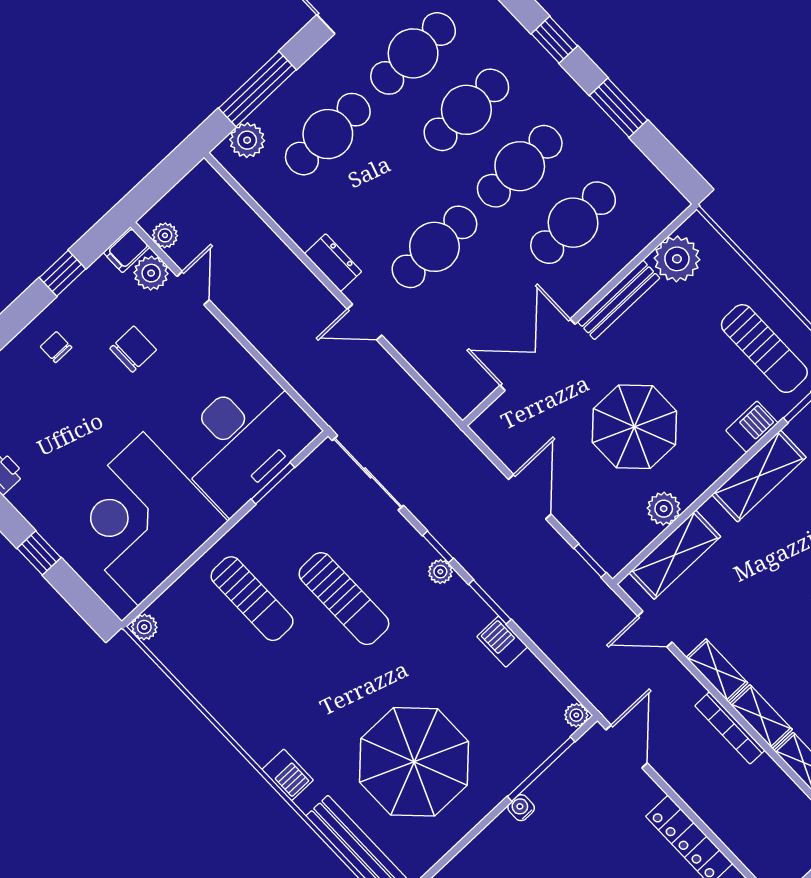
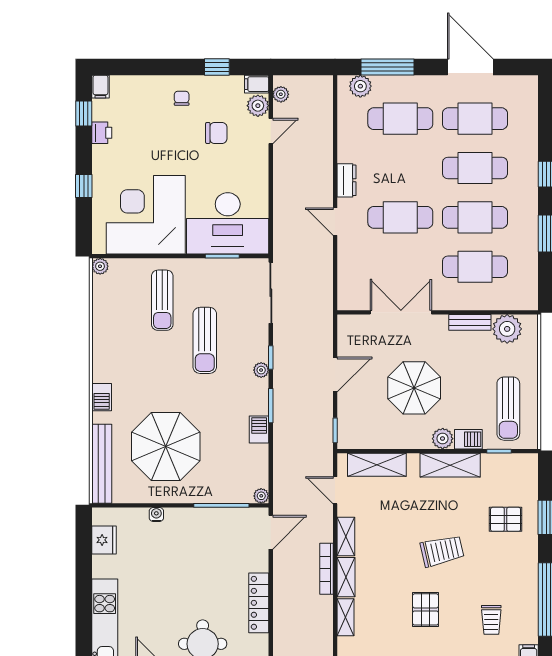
bench: (619, 300) -> (470, 322), width x0.73
plant: (664, 509) -> (443, 439), moved
water cooler: (521, 808) -> (156, 514), moved

